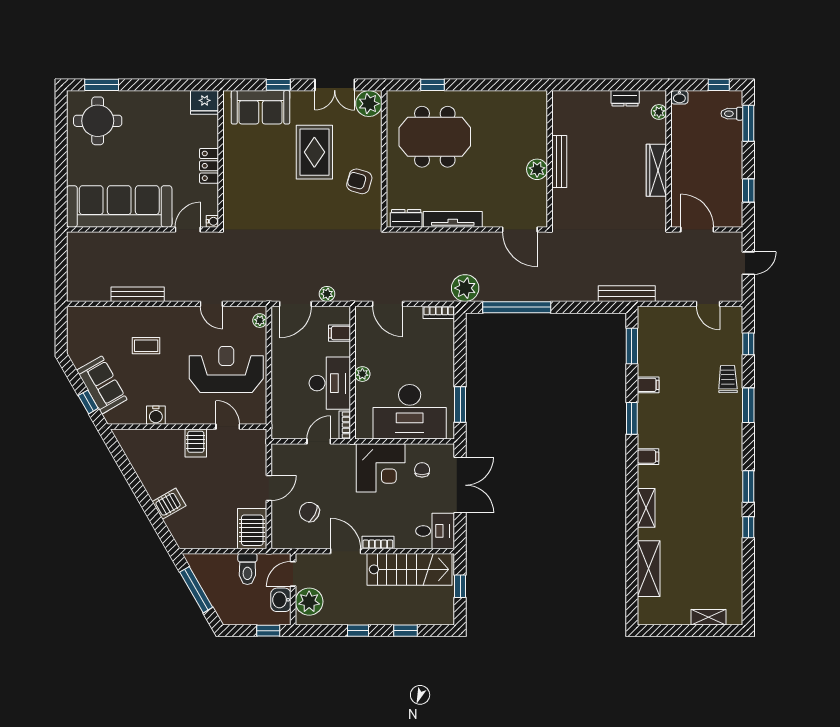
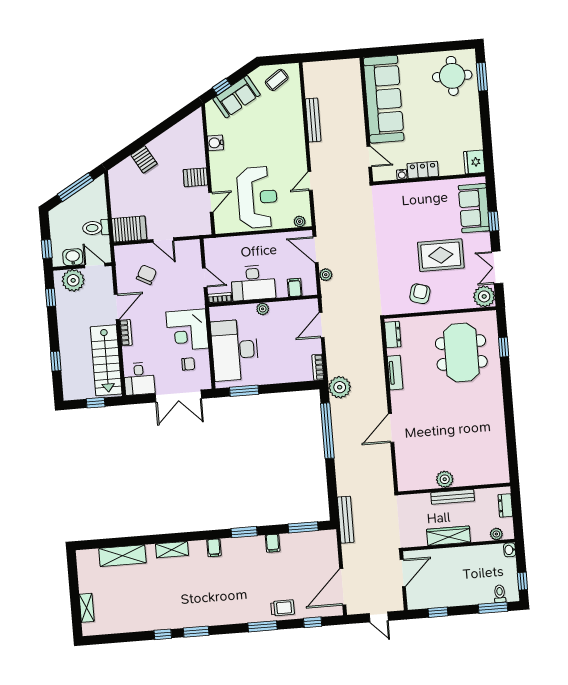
wall: (550, 159) -> (454, 489), moved
bench: (559, 162) -> (453, 497), moved
plant: (537, 169) -> (445, 479), moved
tv unit: (453, 219) -> (395, 373), width x0.71
water cooler: (212, 221) -> (402, 174), moved
door: (708, 304) -> (343, 587), width x1.87
coffee table: (146, 346) -> (277, 80), moved, turned 55
window: (358, 631) -> (51, 297), moved

